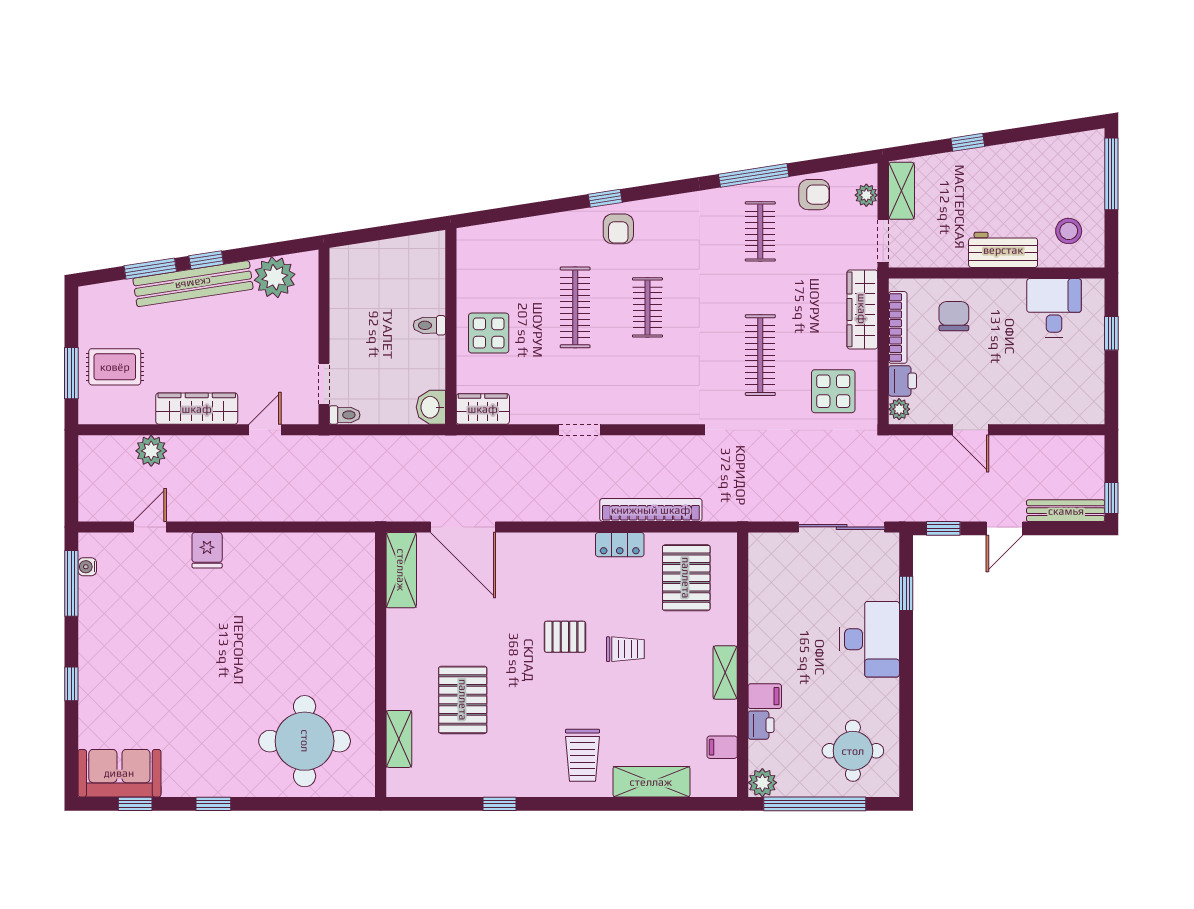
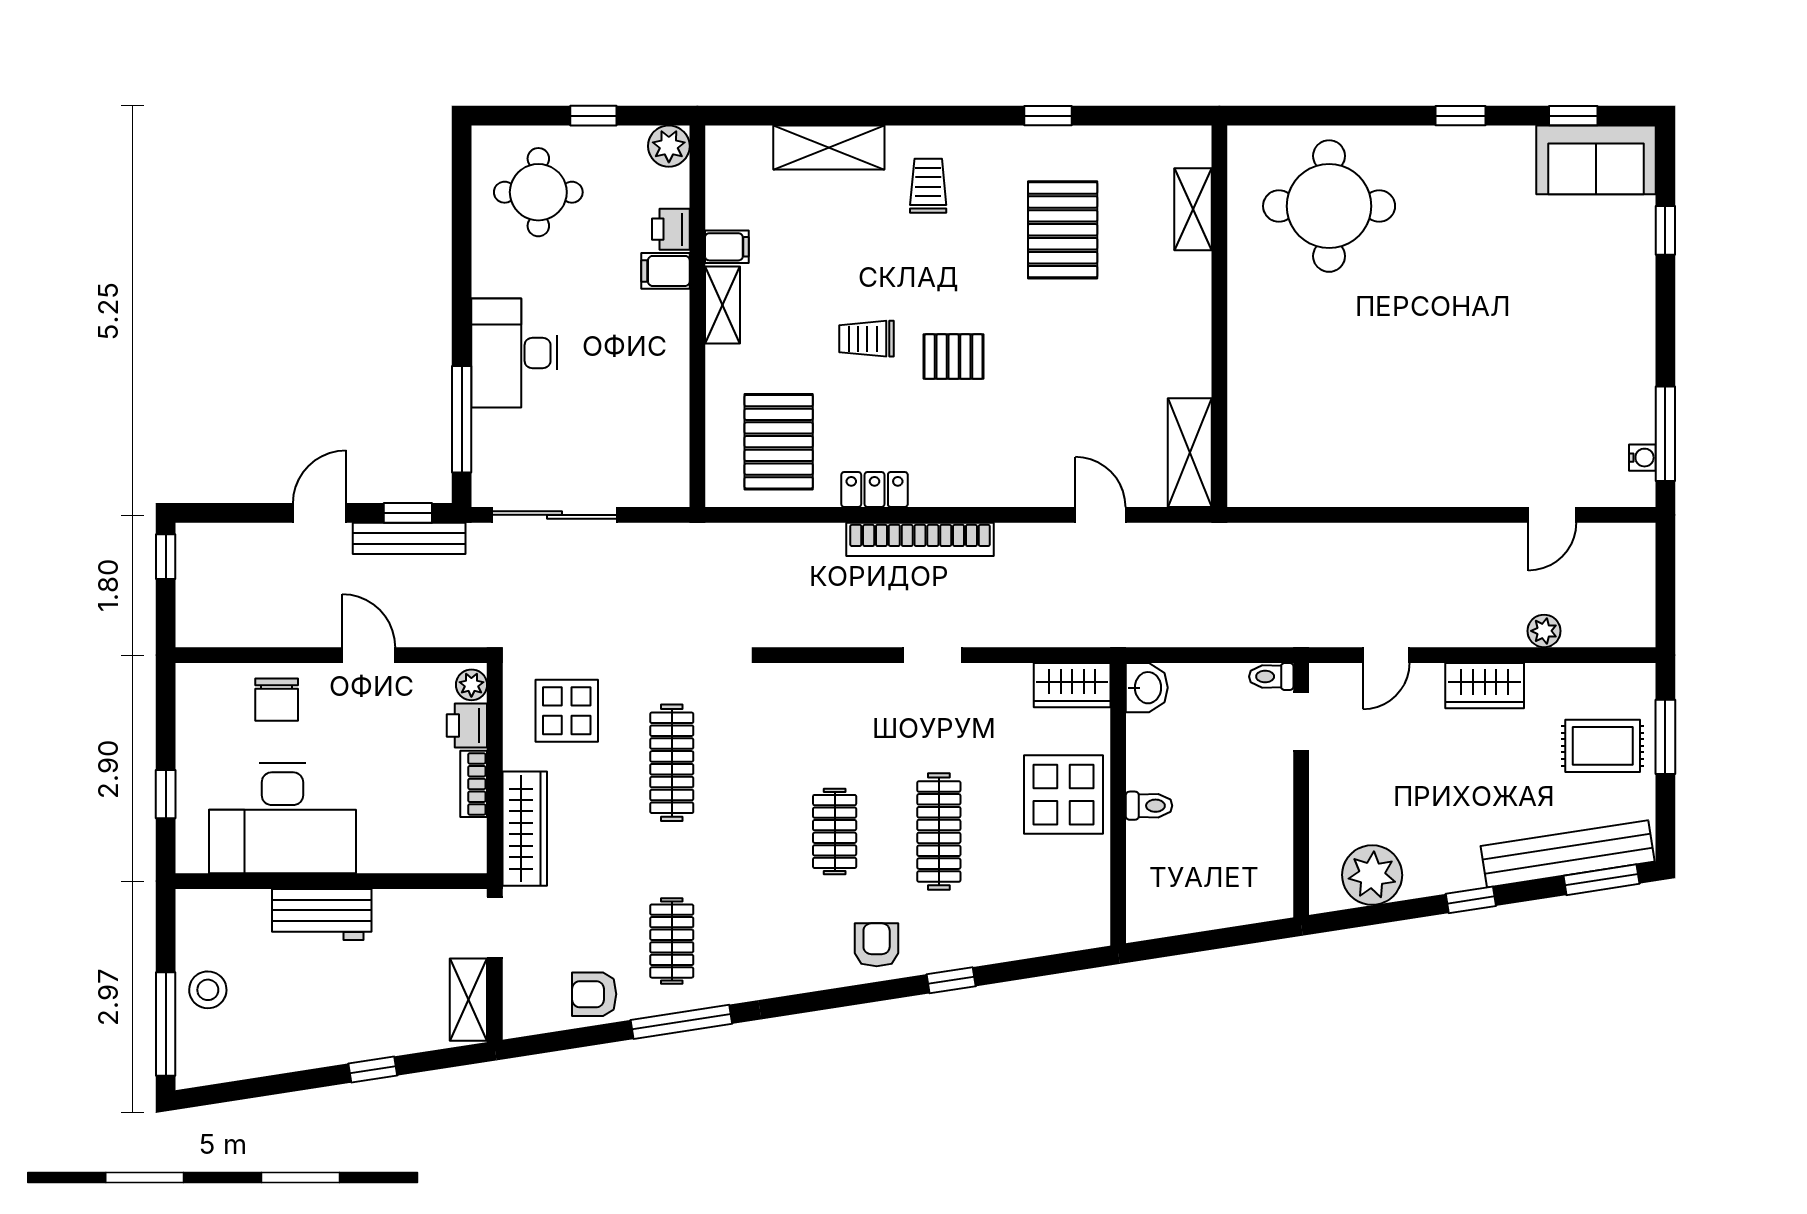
plant: (866, 195) -> (519, 993), removed
window: (605, 198) -> (951, 980), moved
stool: (1069, 231) -> (208, 990), moved
window: (150, 269) -> (1602, 880), moved
bench: (193, 284) -> (1568, 854), moved
desk: (1054, 308) -> (282, 818), width x1.87, depth x1.30
chair: (954, 316) -> (277, 700), moved
bookcase: (898, 327) -> (474, 784), width x0.64
display table: (489, 333) -> (1064, 795), width x1.36, depth x1.36
wardrobe: (197, 409) -> (1485, 686), width x0.67
plant: (151, 451) -> (1544, 631), width x0.73, depth x0.73
bookcase: (651, 510) -> (920, 539), moved
bench: (1066, 511) -> (409, 538), moved
door: (463, 527) -> (1100, 515), width x0.53
fridge: (207, 550) -> (1470, 481), removed
window: (906, 593) -> (462, 419), width x2.17
window: (71, 684) -> (1665, 230), moved
pallet: (463, 700) -> (1063, 230), moved
filing cabinet: (722, 747) -> (727, 247), moved
trolley: (583, 755) -> (928, 186), width x0.73, depth x0.72
window: (815, 804) -> (593, 116), width x0.32

